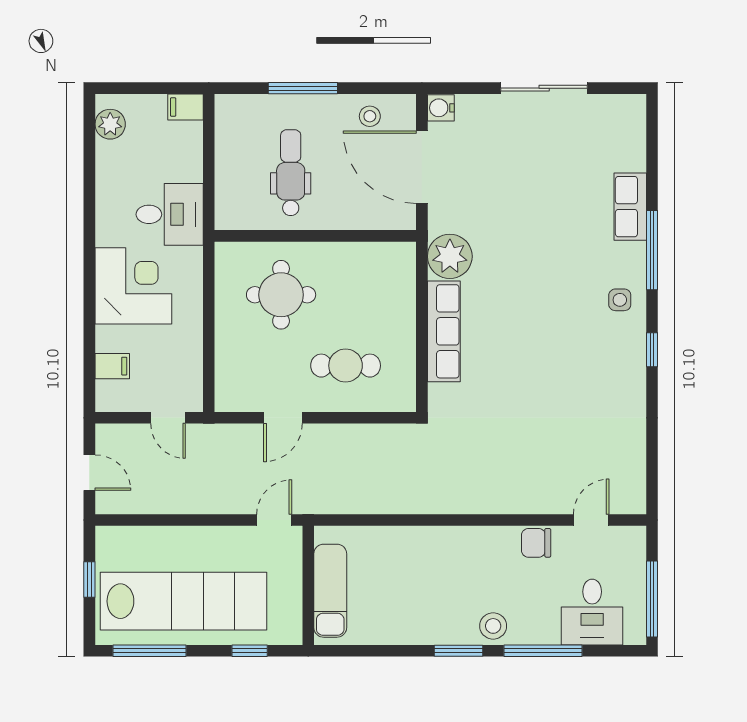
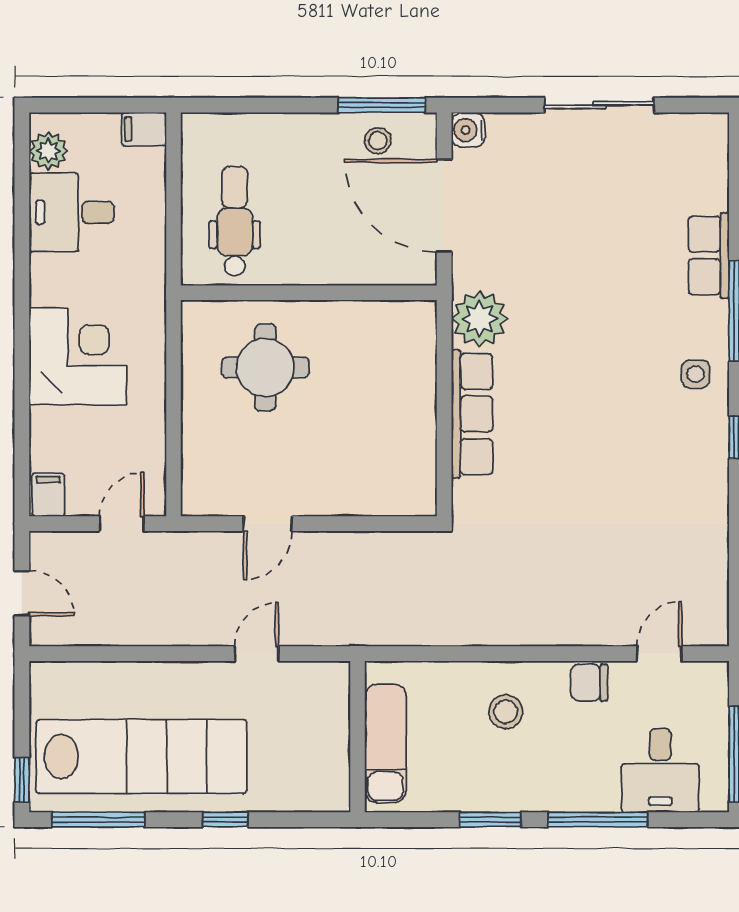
window: (303, 88) -> (382, 105), moved
dental chair: (291, 173) -> (235, 221), moved
desk: (170, 214) -> (72, 212), moved, turned 180
filing cabinet: (112, 366) -> (48, 495), moved, turned -90
cafe table: (346, 366) -> (347, 457), removed
door: (168, 418) -> (122, 524), swing flipped
window: (89, 579) -> (22, 780), moved
wall: (308, 585) -> (358, 737), moved
exam couch: (330, 591) -> (385, 743), moved
stool: (493, 626) -> (506, 712), moved

